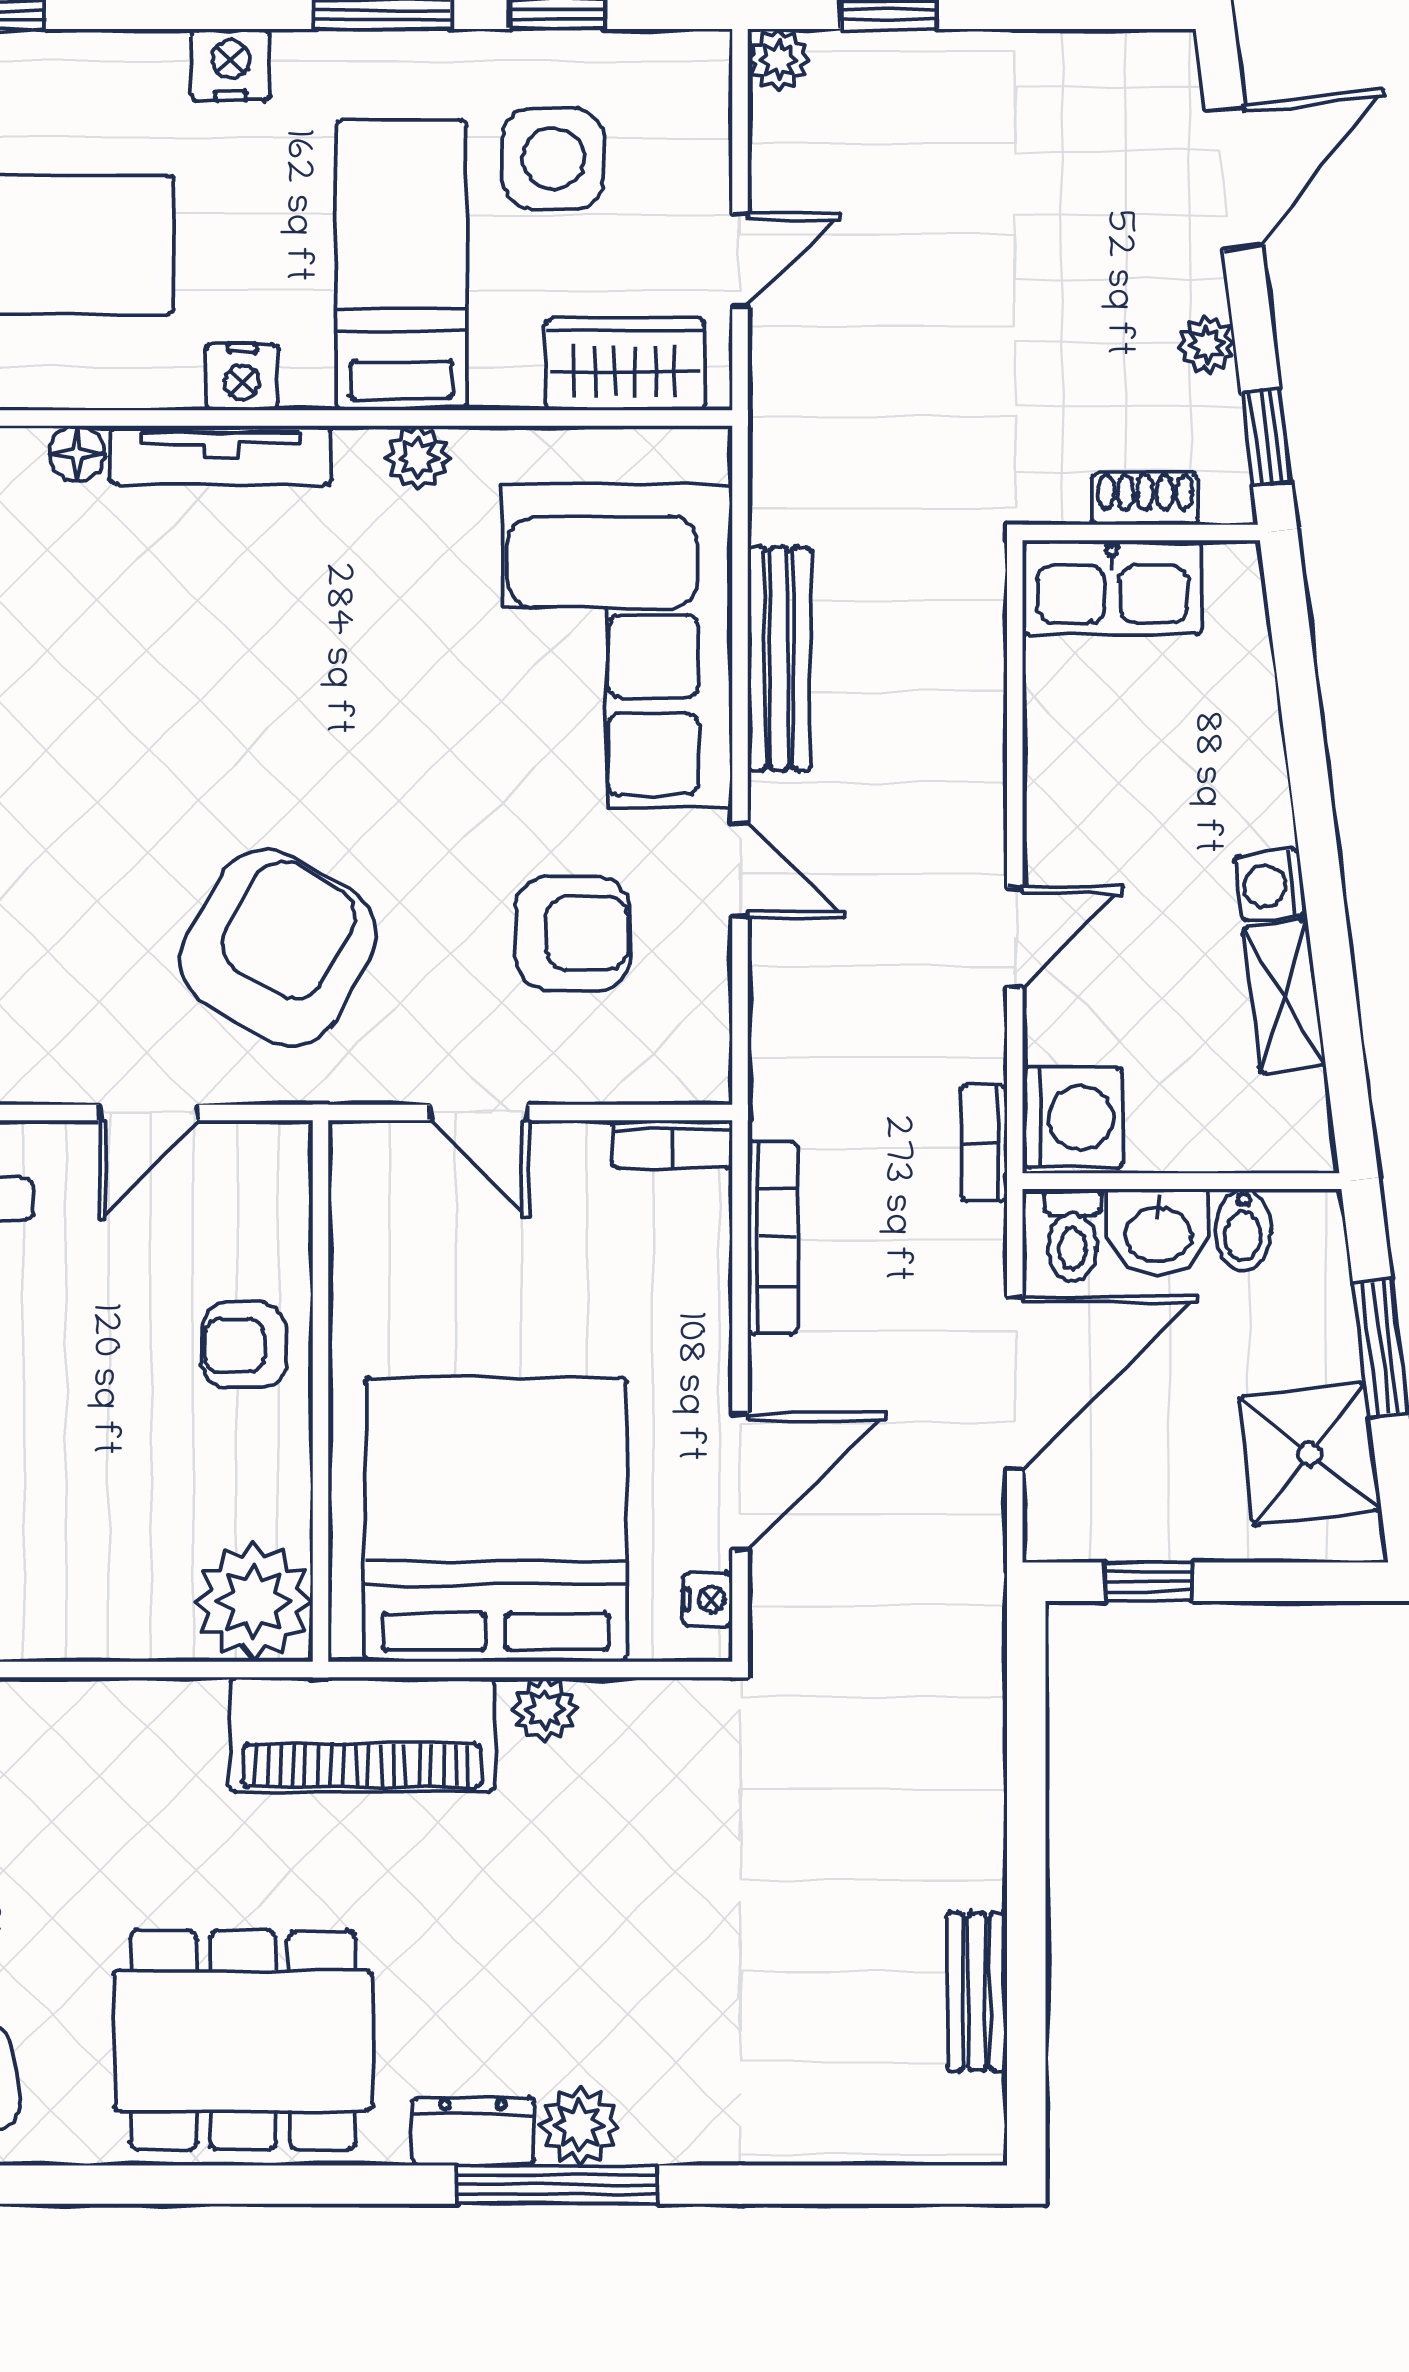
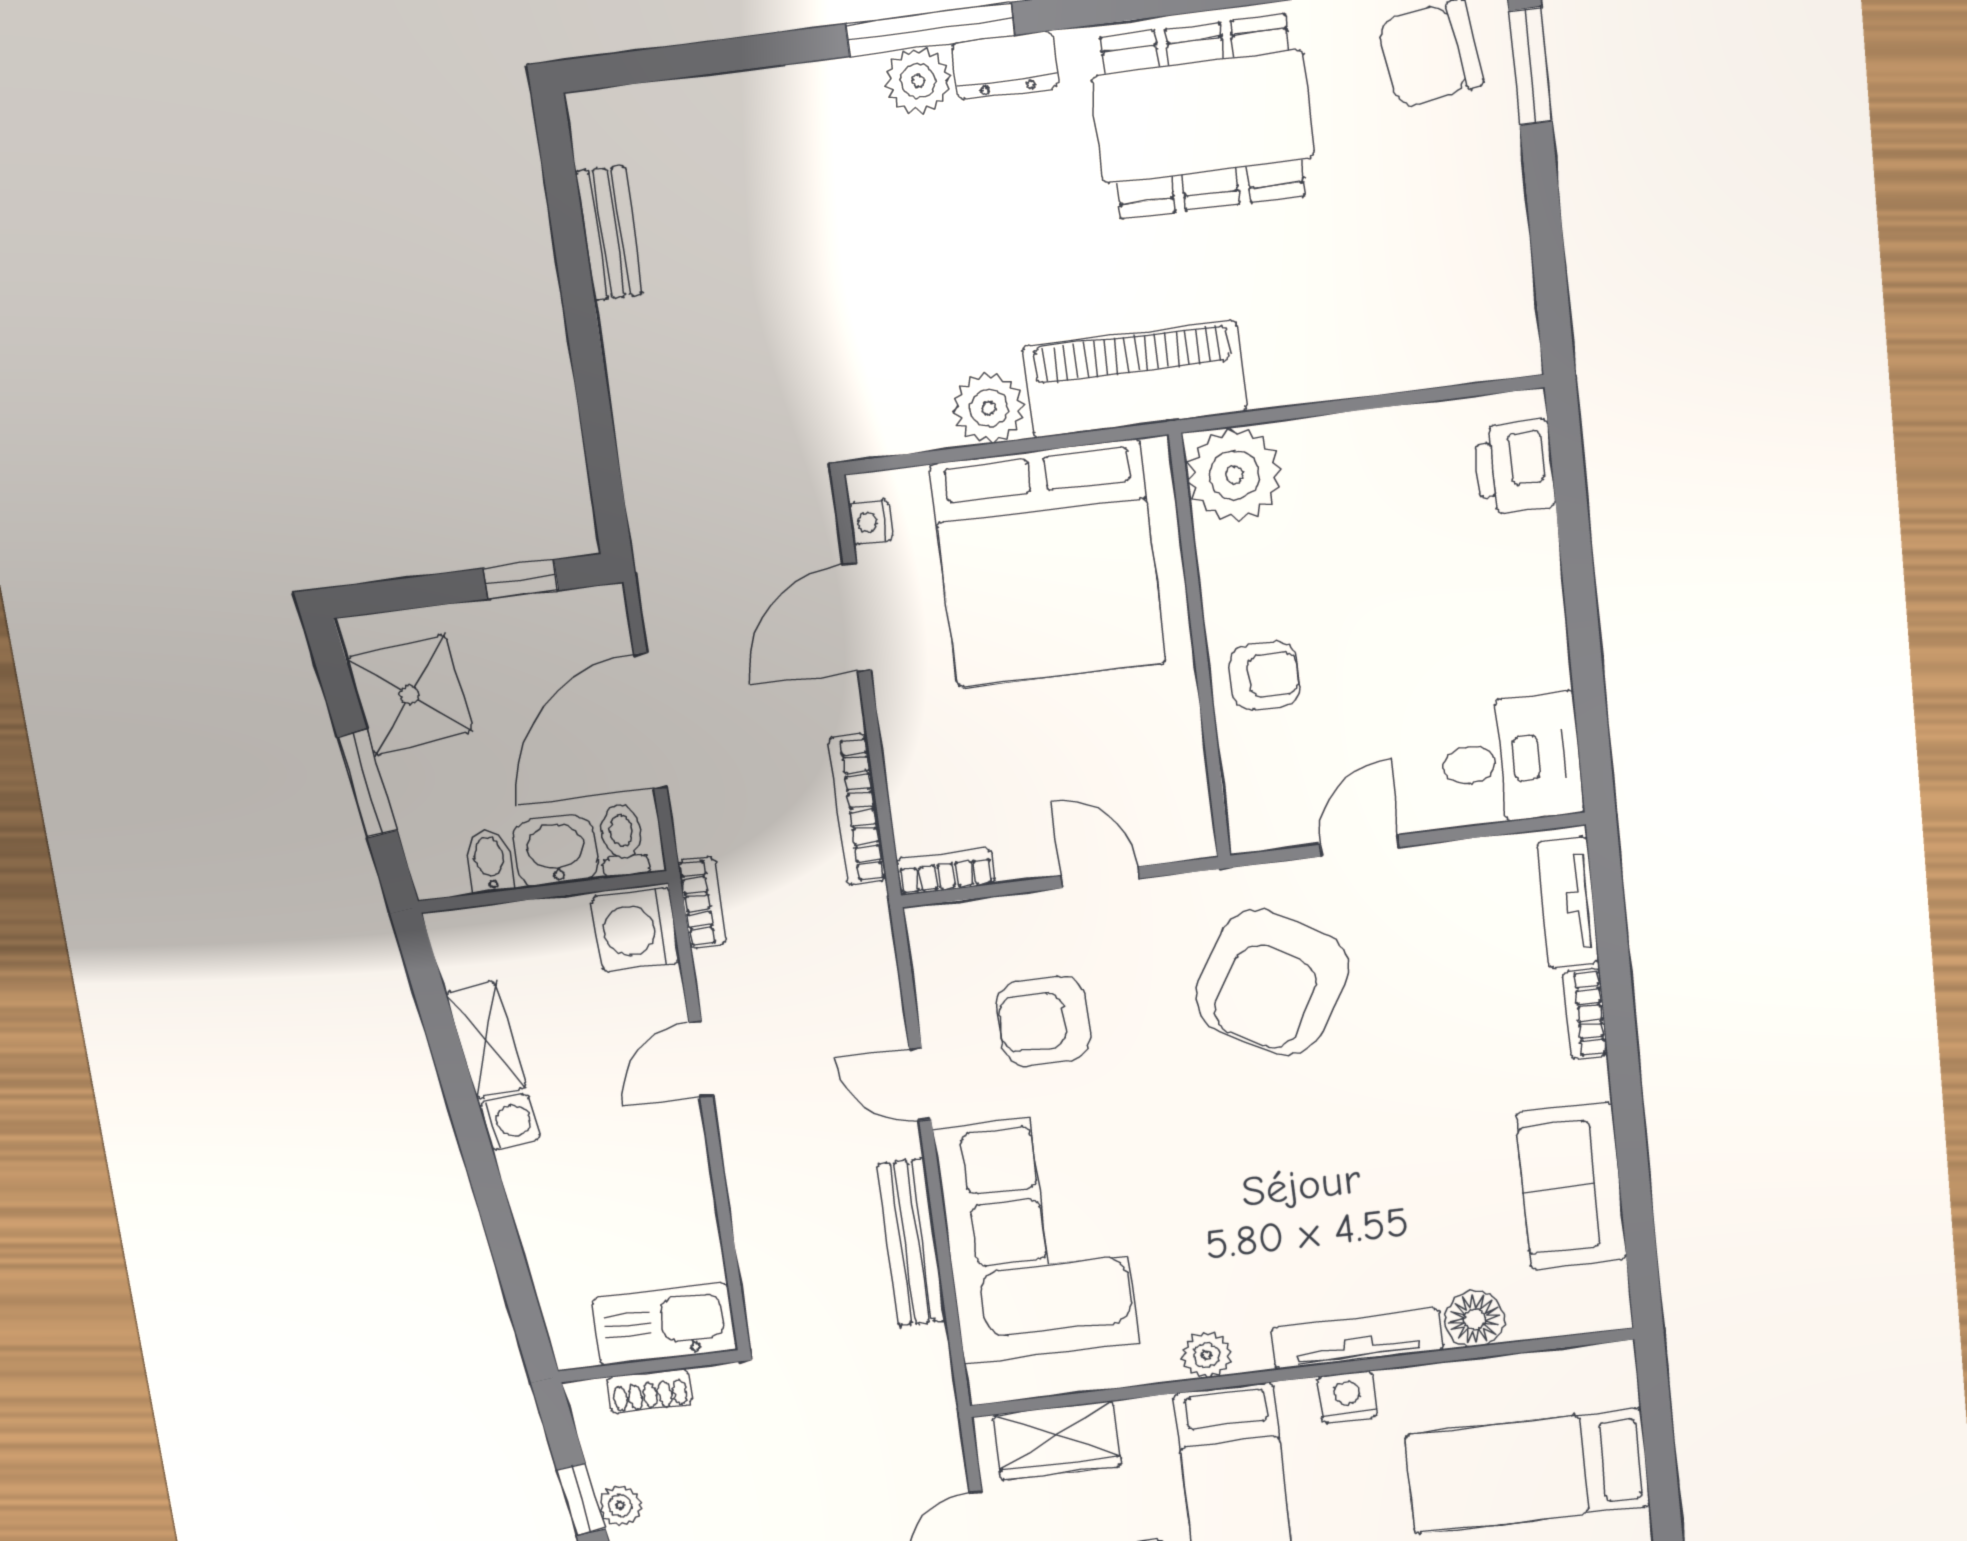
window: (1266, 437) -> (581, 1499), moved
floor lamp: (77, 453) -> (1475, 1319), width x1.37, depth x1.37
plant: (545, 1709) -> (989, 408), width x1.38, depth x1.38

